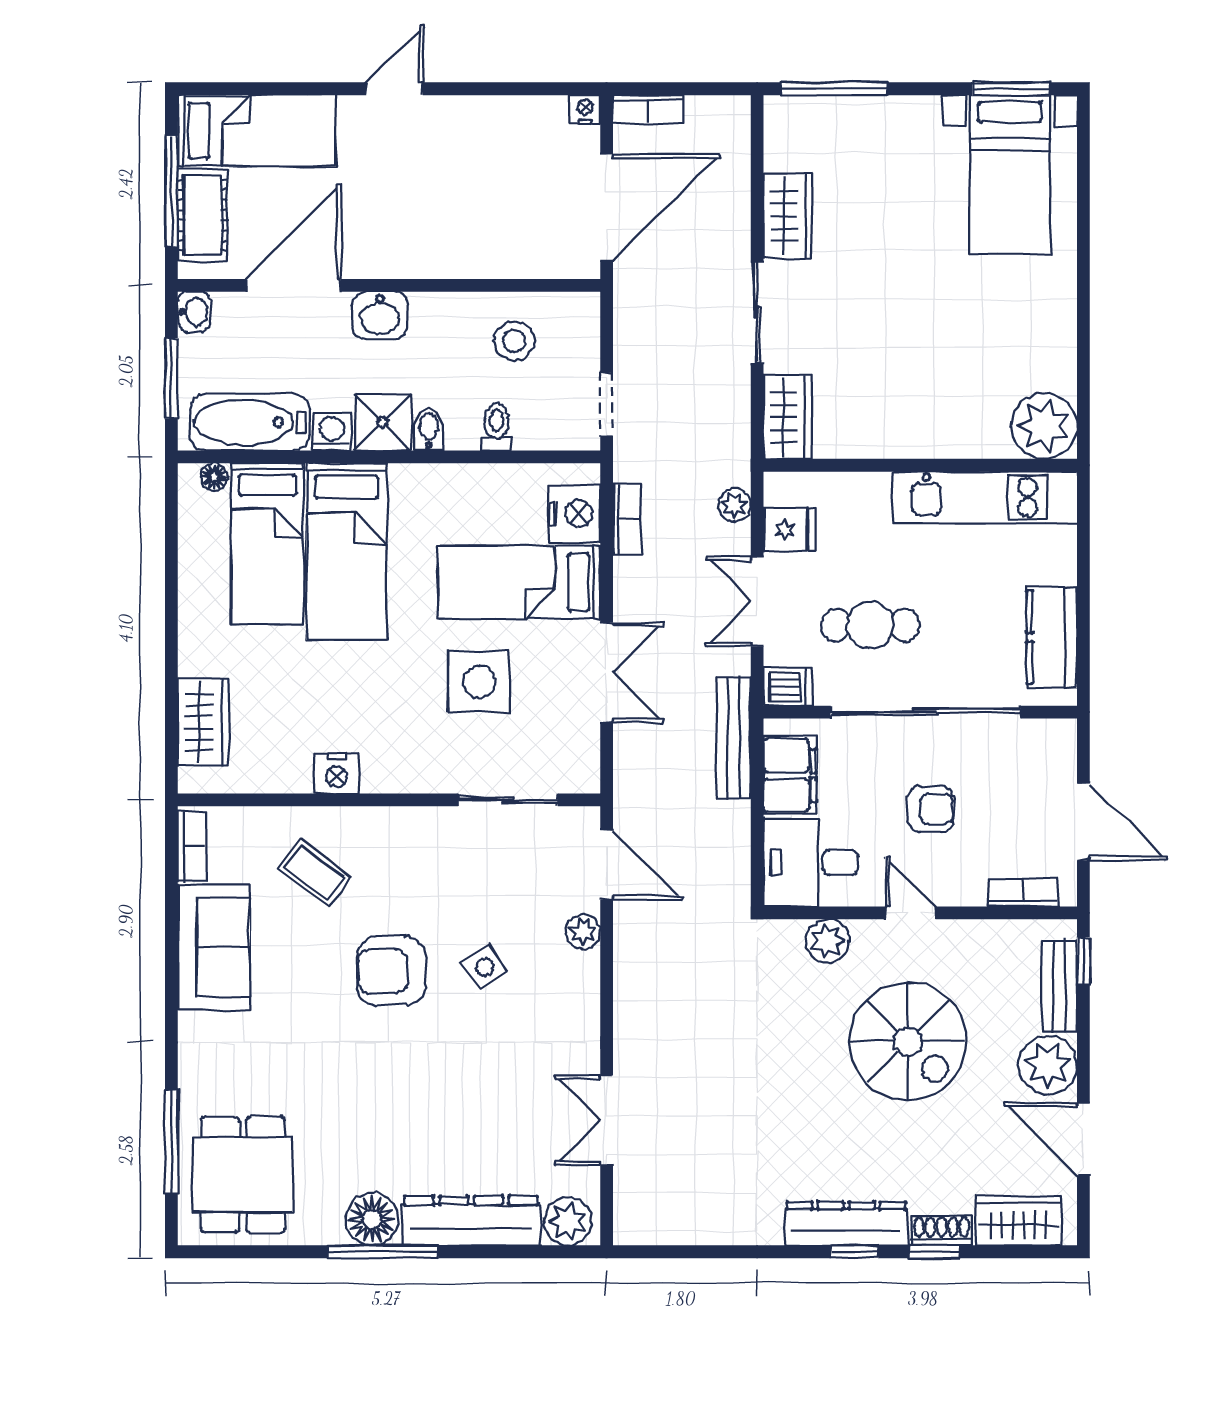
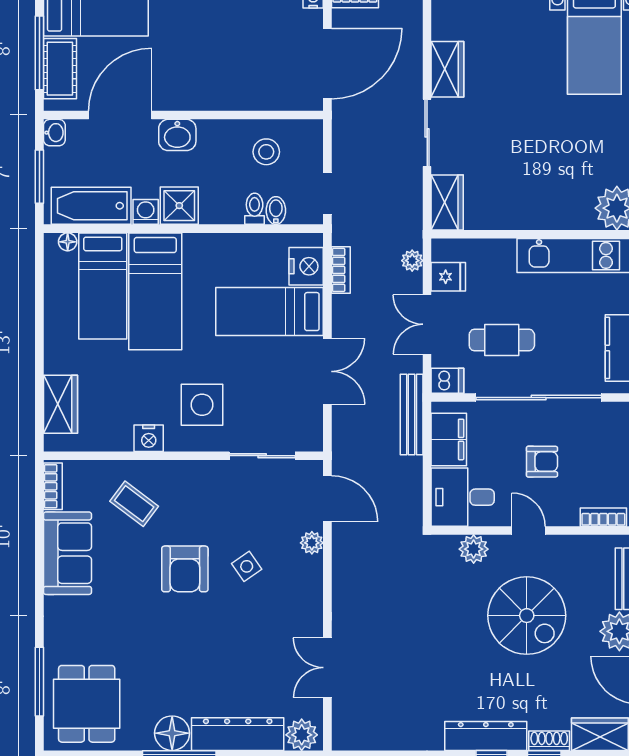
bidet: (429, 429) -> (276, 210), moved
side table: (479, 682) -> (202, 405), moved
armchair: (391, 971) -> (185, 569), turned -89

